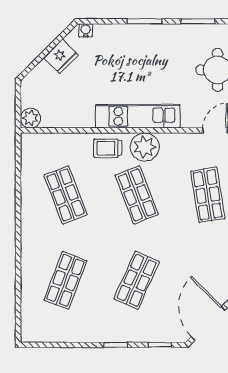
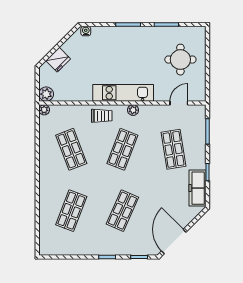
fridge: (61, 56) -> (58, 60), moved
plant: (28, 140) -> (44, 110), added
plant: (145, 147) -> (133, 110), width x0.53, depth x0.53
trolley: (108, 148) -> (102, 116), turned 180
shop shelf: (137, 195) -> (122, 149), turned 42

